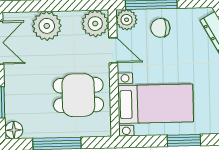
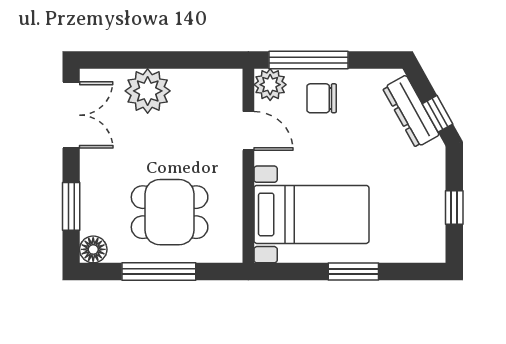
plant: (95, 24) -> (222, 89), removed
dining table: (78, 95) -> (170, 212), moved

